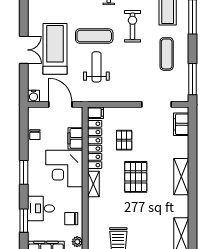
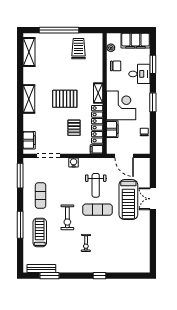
water cooler: (33, 96) -> (74, 163), moved
pallet: (136, 177) -> (65, 99), turned 90

